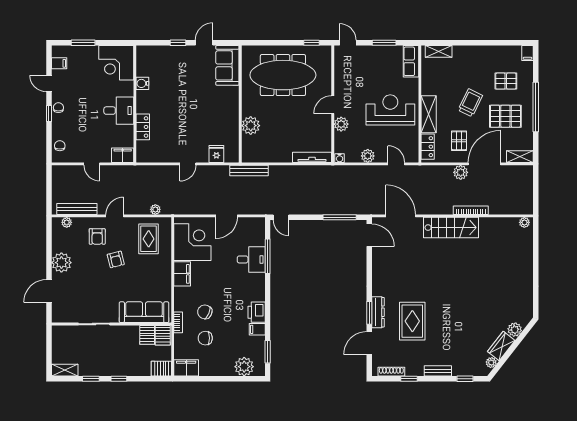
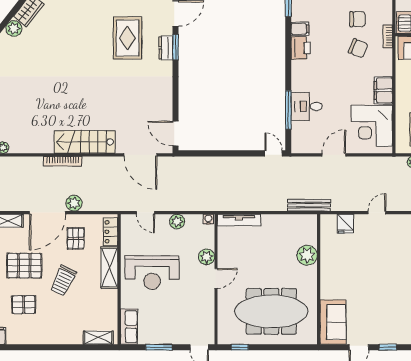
window: (340, 217) -> (208, 153), removed
dresser: (378, 312) -> (166, 48), width x0.70

